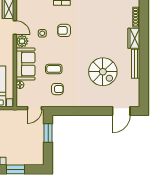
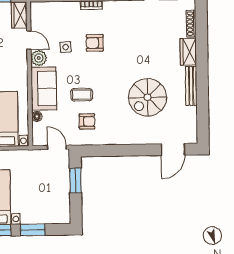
spiral stairs: (103, 72) -> (148, 97), turned 90
door: (35, 108) -> (57, 147), swing flipped

